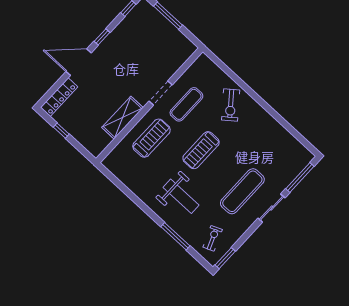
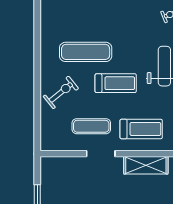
treadmill: (151, 138) -> (141, 129), turned 180
exercise mat: (242, 191) -> (86, 52), moved

